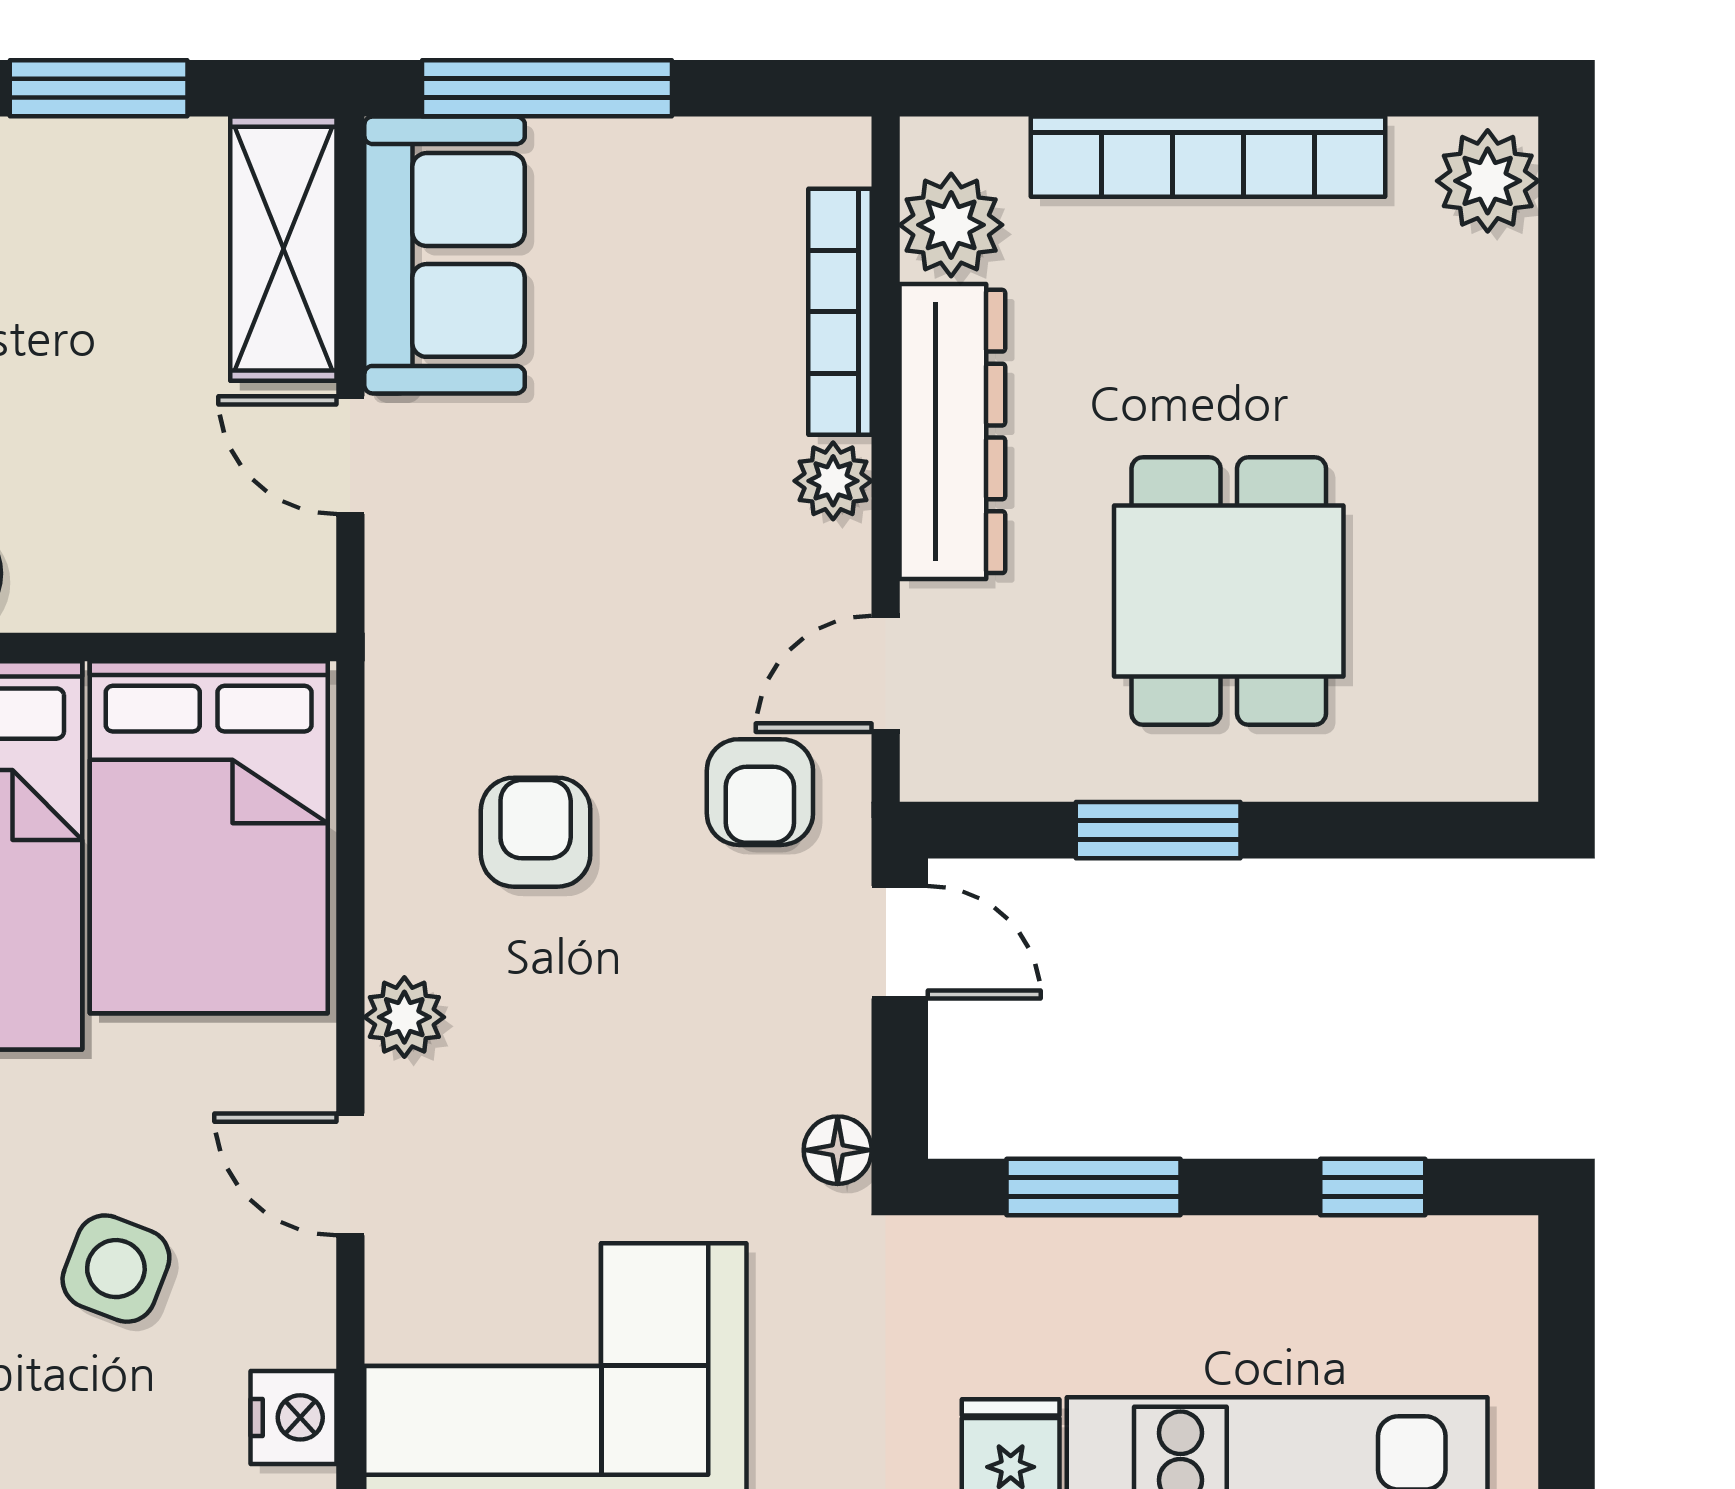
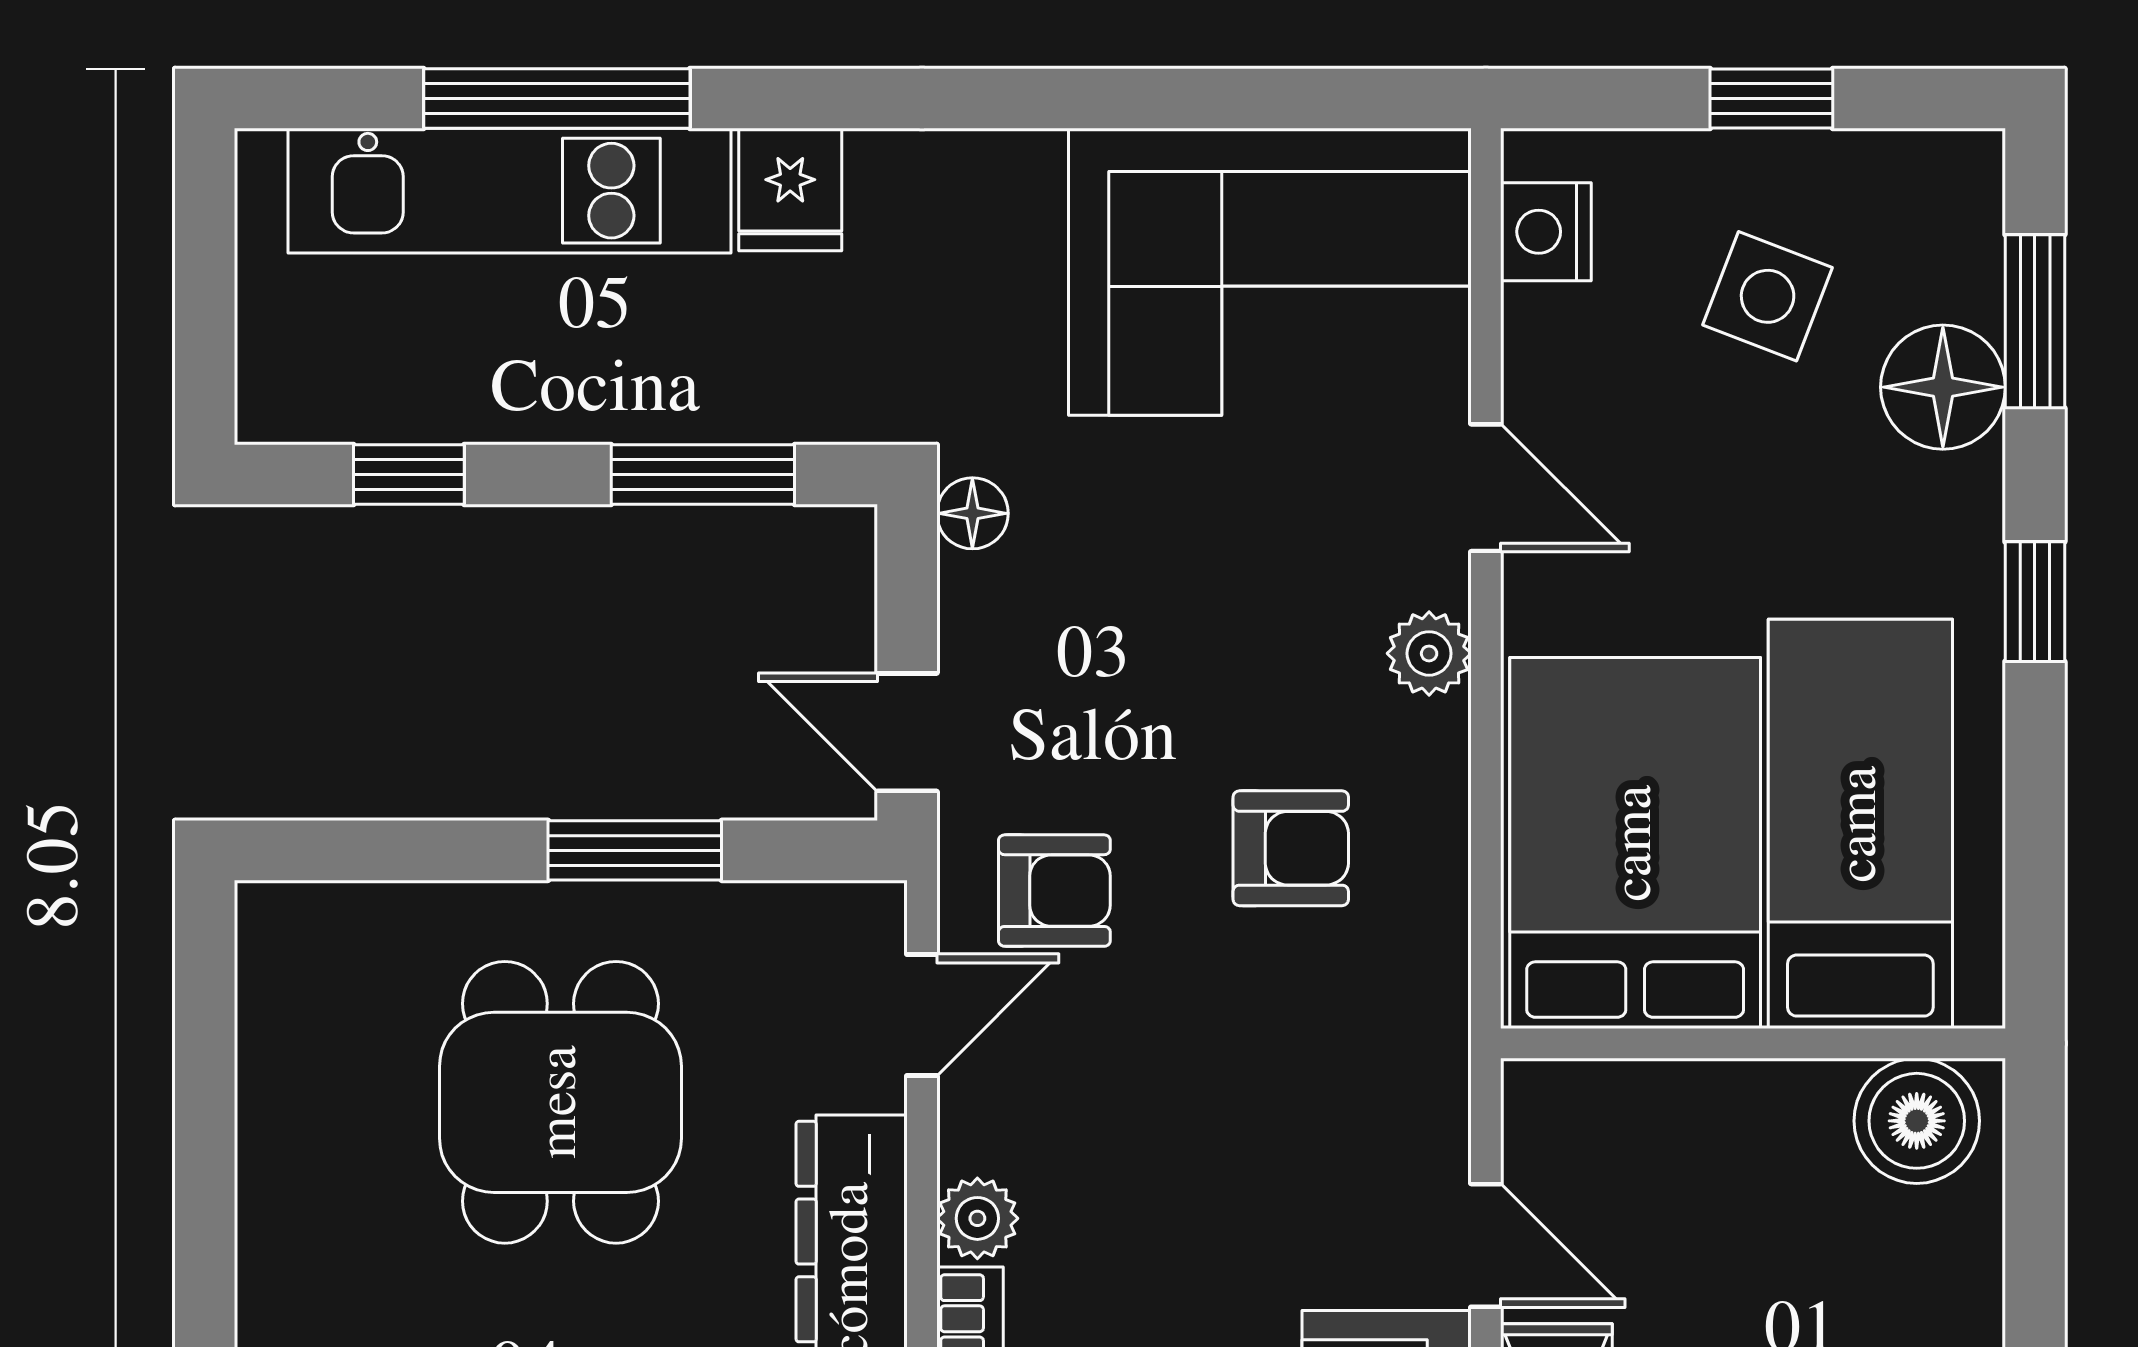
armchair: (760, 792) -> (1054, 891), turned 90
armchair: (536, 832) -> (1291, 848), turned -90
side table: (116, 1269) -> (1768, 296), moved

